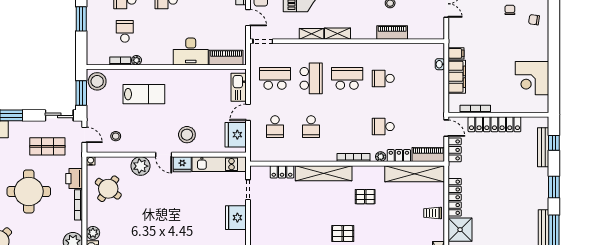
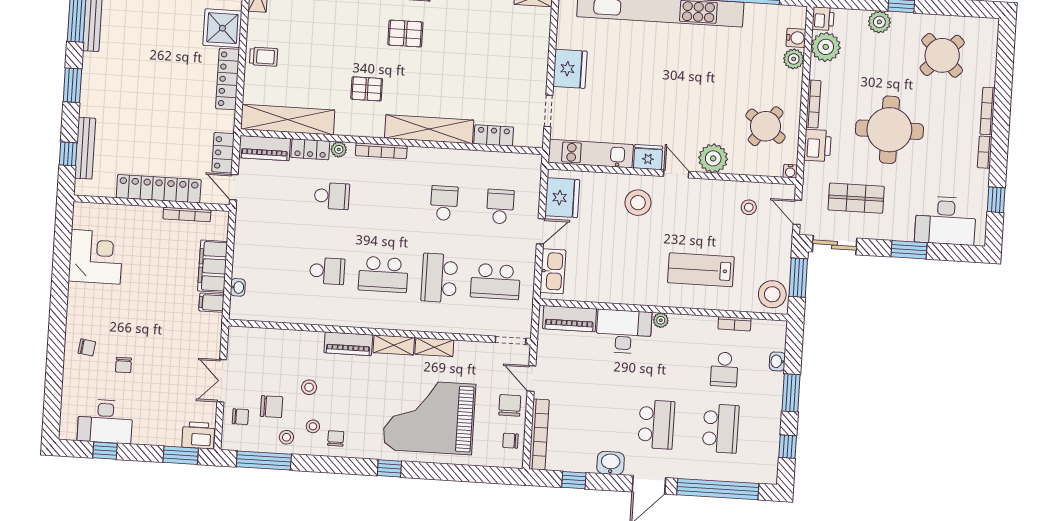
piano: (392, 33) -> (348, 344), moved
washbasin: (91, 39) -> (777, 361), added
plant: (136, 60) -> (661, 320), moved

